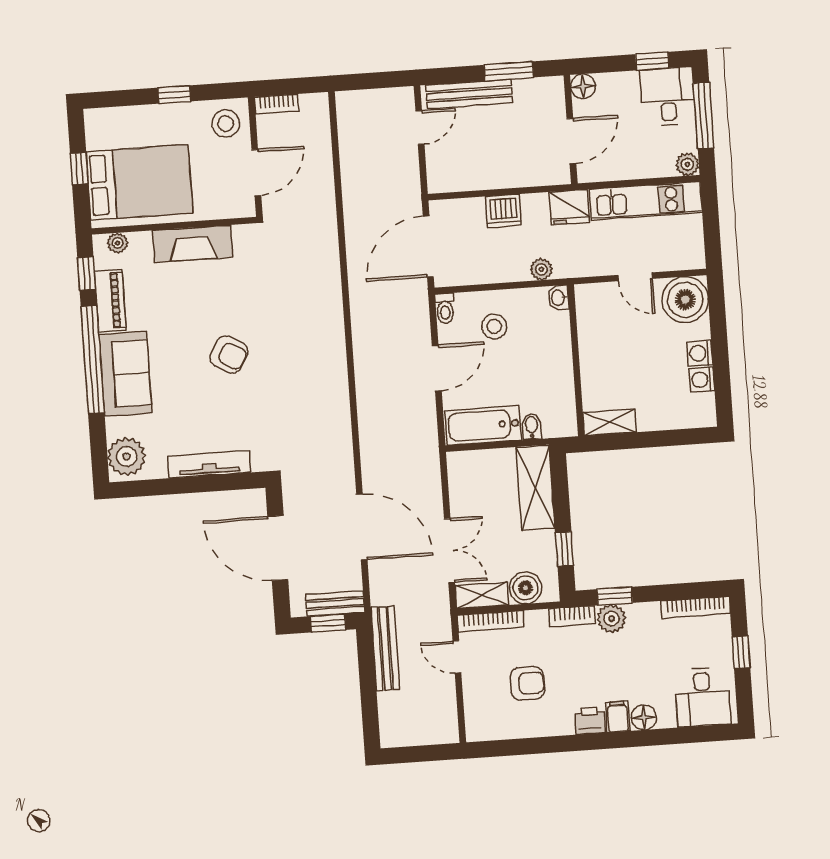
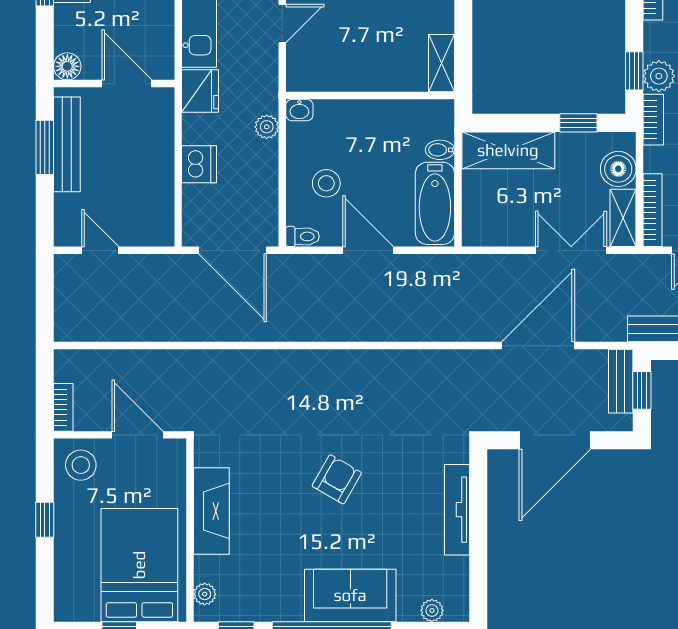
bench: (469, 94) -> (67, 144), moved
piano: (110, 301) -> (268, 607), removed
plant: (127, 457) -> (432, 610), width x0.53, depth x0.53

